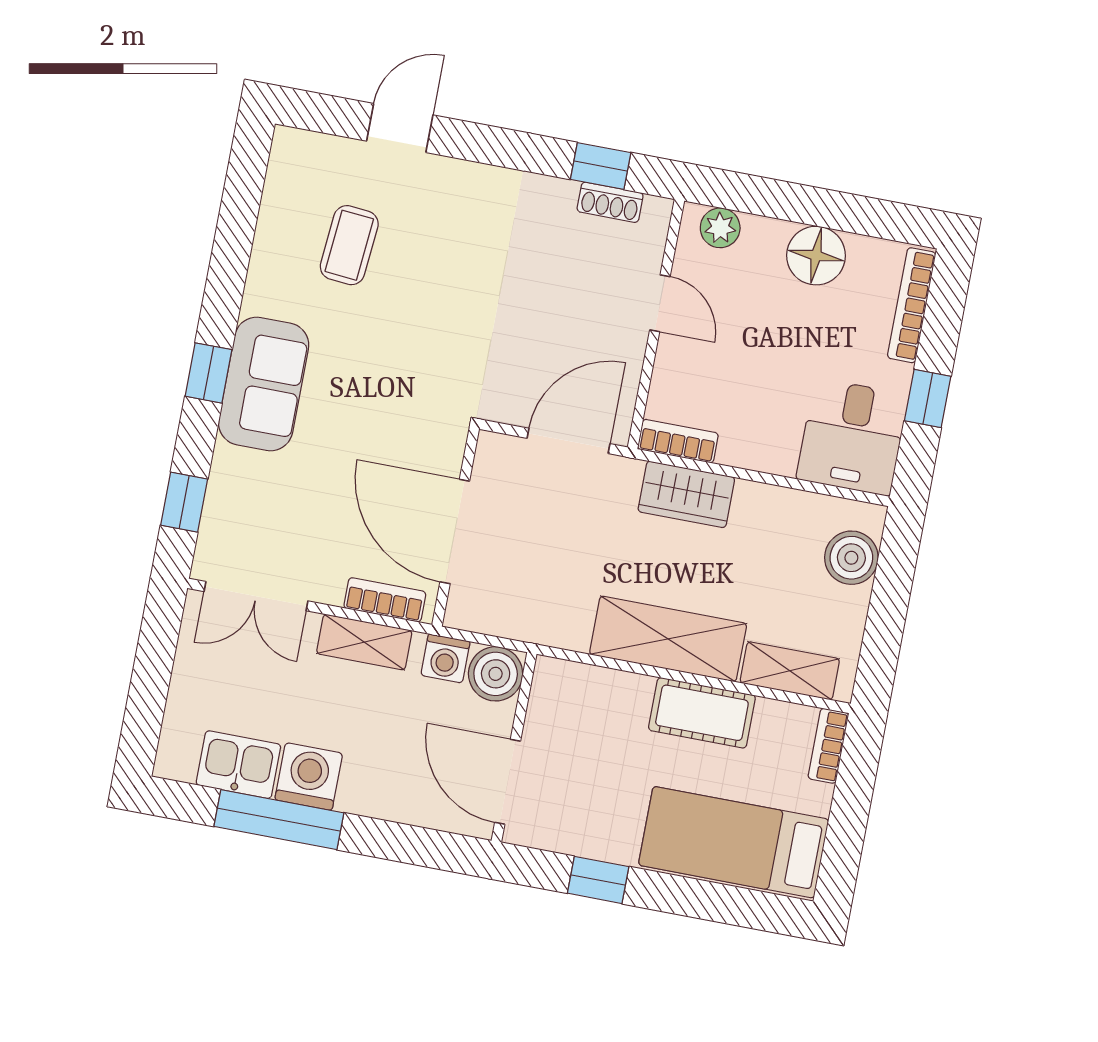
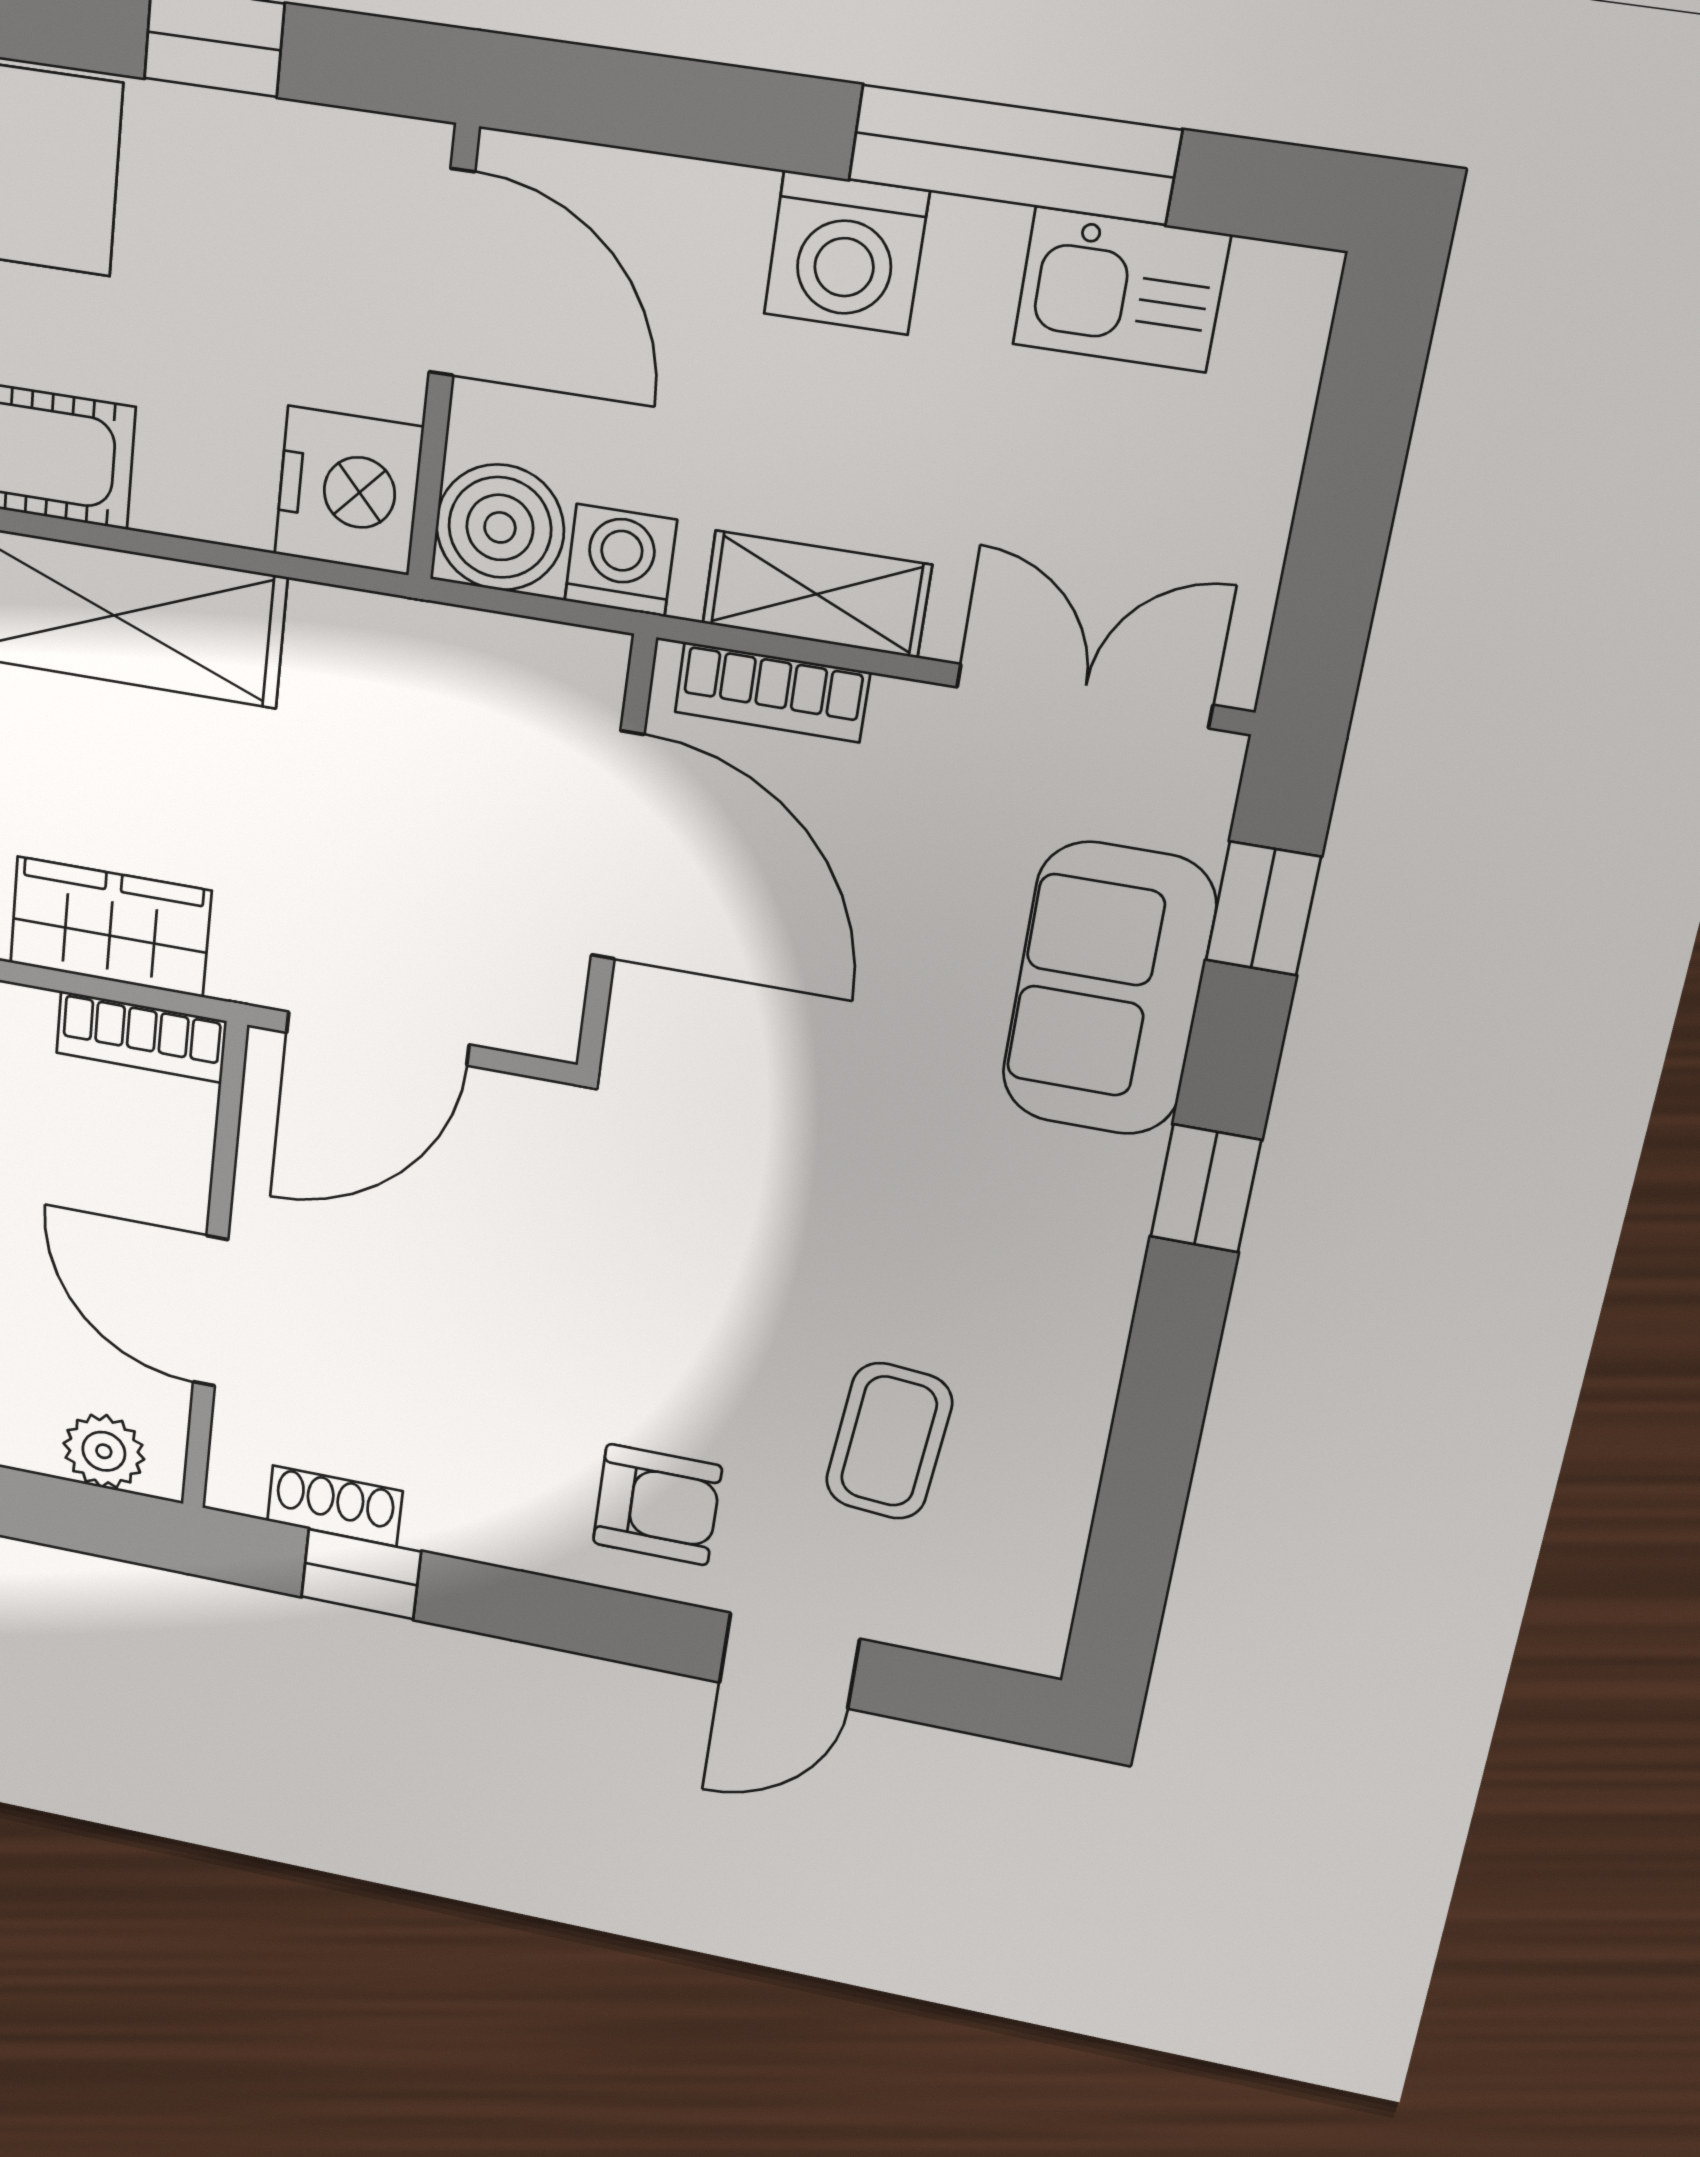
armchair: (457, 209) -> (657, 1505), added
door: (660, 303) -> (211, 1311), width x1.38
sofa: (264, 384) -> (1108, 990), moved
nightstand: (559, 691) -> (349, 491), added
washing machine: (309, 777) -> (846, 253), moved

